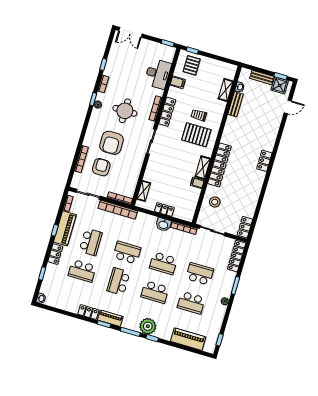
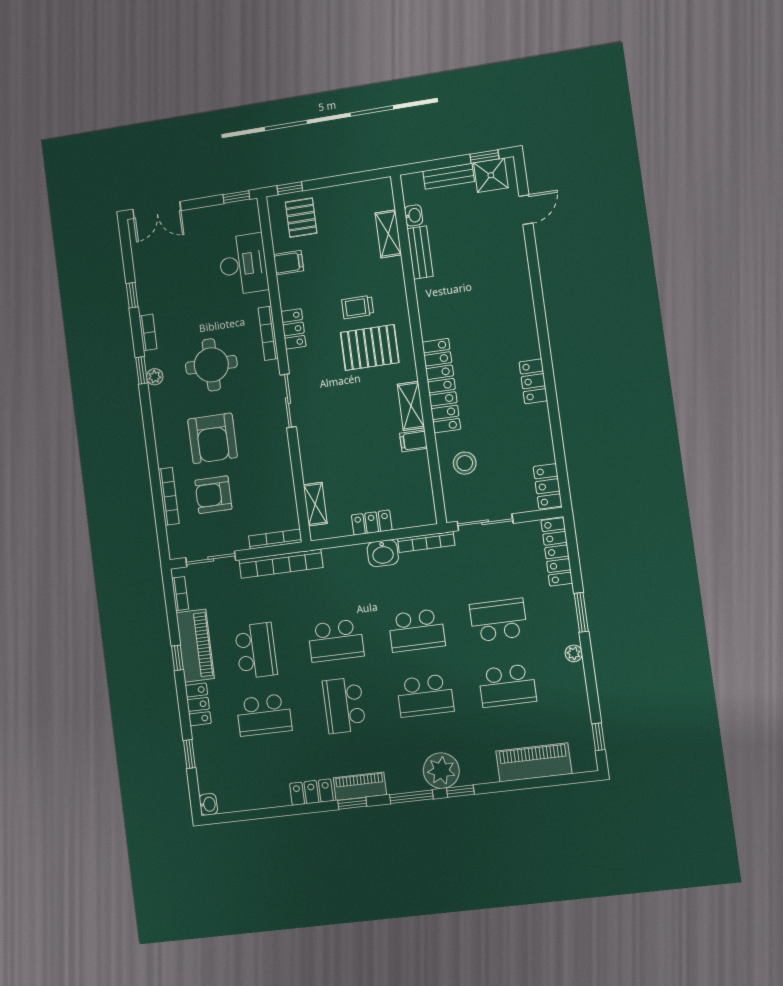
locker: (167, 112) -> (293, 329), width x0.66
locker: (264, 161) -> (533, 381), moved
armchair: (101, 167) -> (213, 495), turned -90
school desk: (127, 253) -> (336, 641), turned 180

